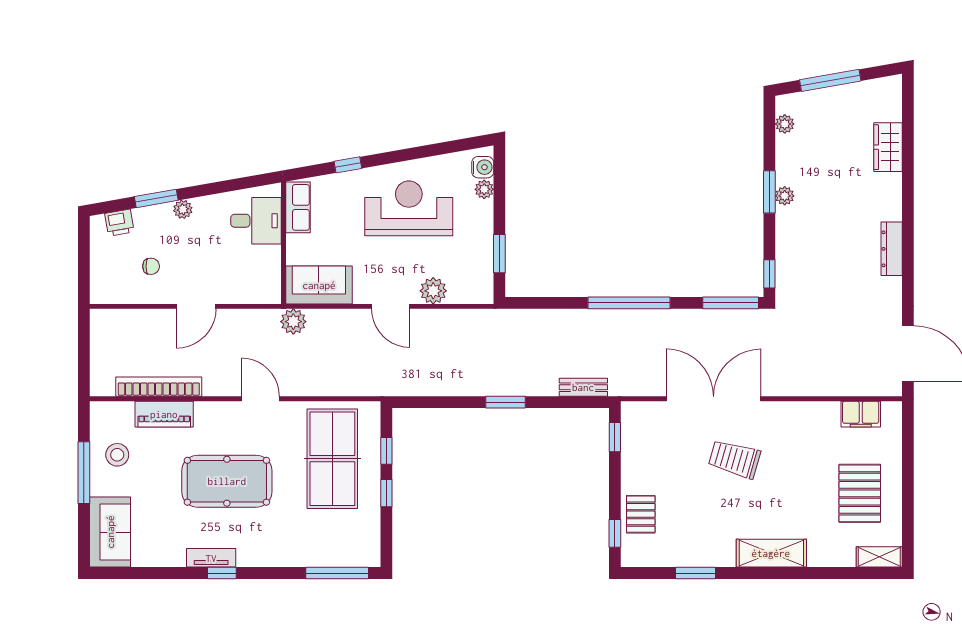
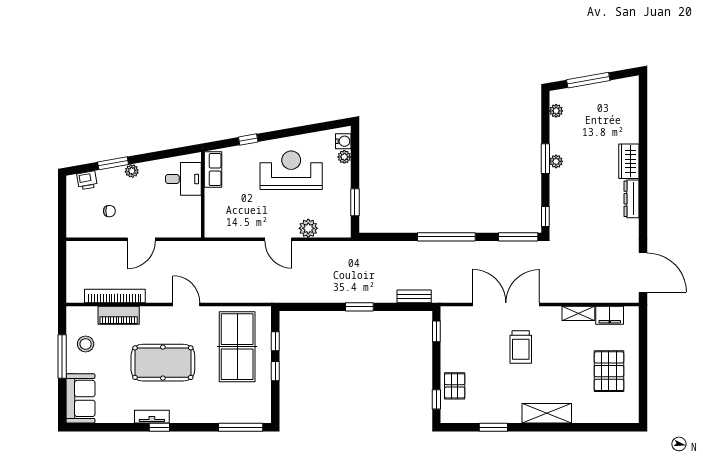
wardrobe: (888, 147) -> (629, 161), moved
sofa: (319, 285) -> (228, 224), removed
plant: (293, 322) -> (210, 250), removed
trolley: (734, 459) -> (521, 347), turned -106
shelving: (879, 557) -> (578, 313), moved

